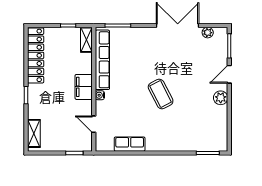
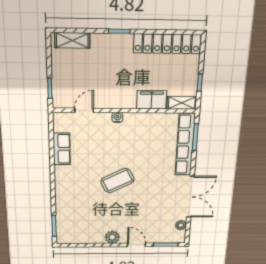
row of seats: (102, 60) -> (185, 145), moved, turned 90
filing cabinet: (84, 87) -> (152, 100), moved

